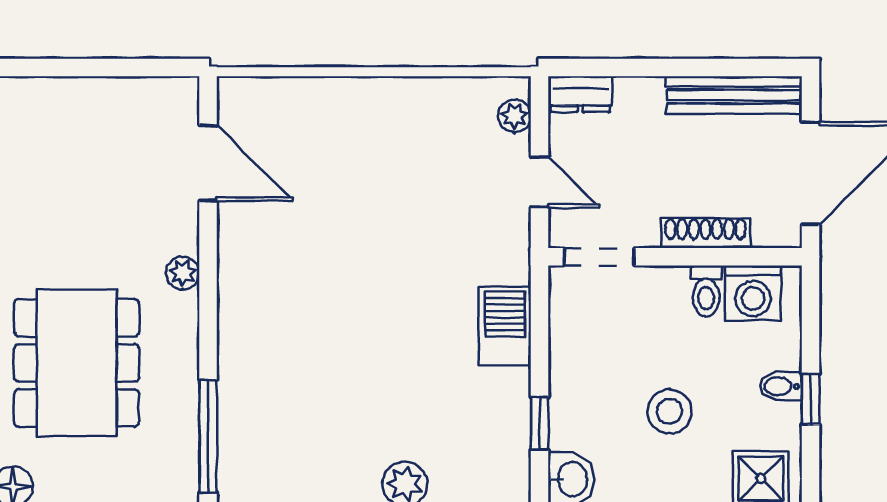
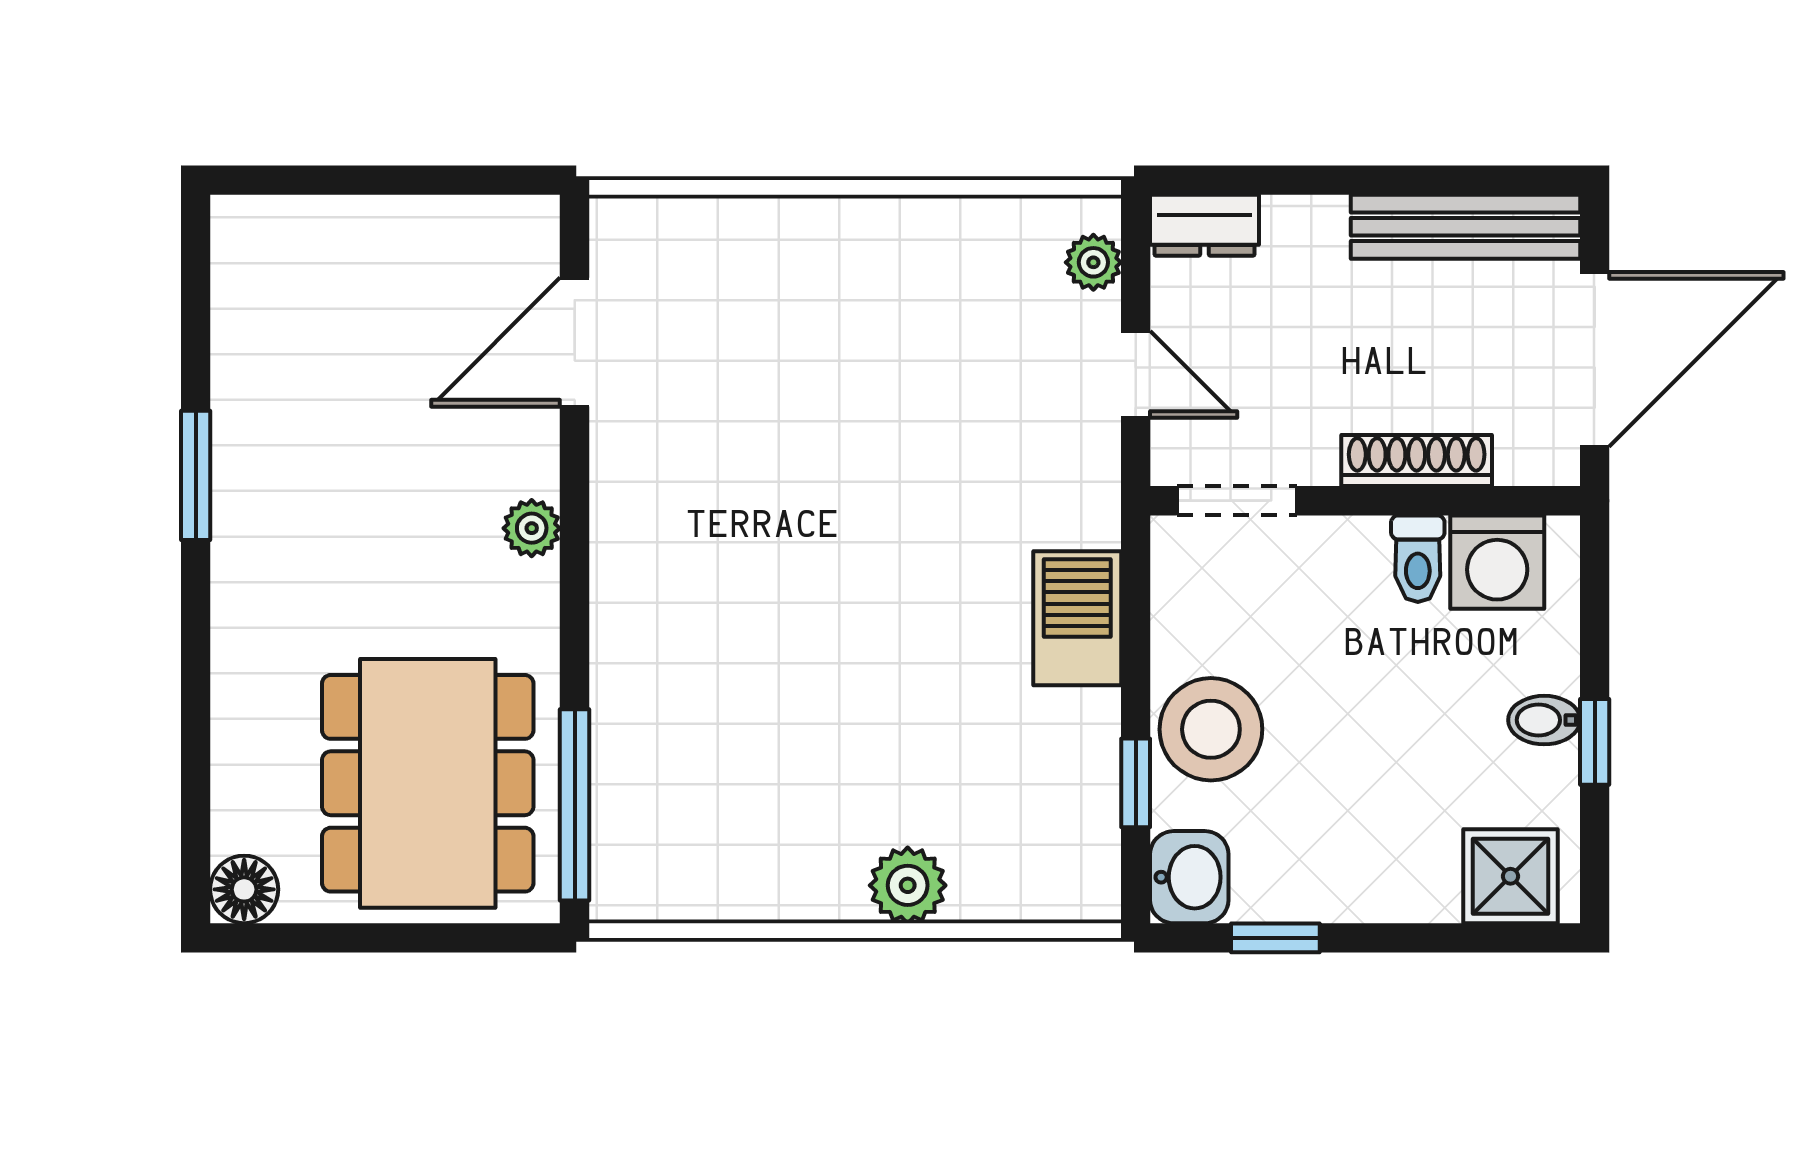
door: (208, 163) -> (575, 342), swing flipped
dining table: (77, 363) -> (428, 783), moved
stool: (669, 411) -> (1211, 729), moved, width x1.38, depth x1.38

